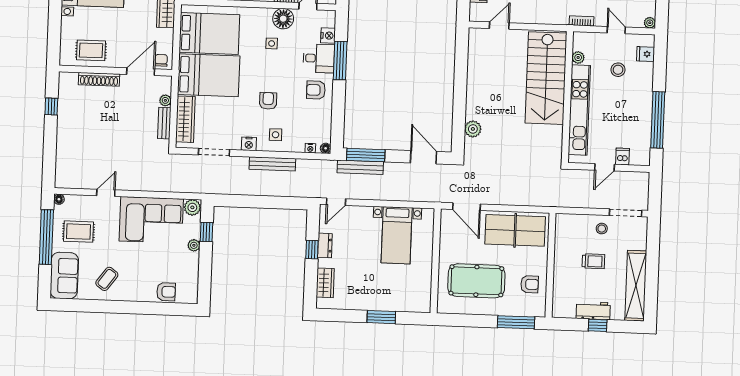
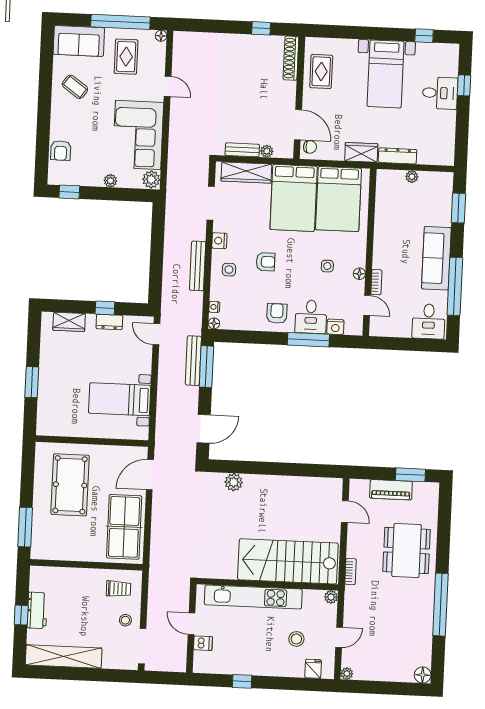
floor lamp: (283, 19) -> (359, 274), width x0.53, depth x0.53
bookcase: (582, 21) -> (351, 572), moved
plant: (578, 57) -> (331, 597), moved
shoe rack: (99, 79) -> (291, 58), moved
window: (658, 120) -> (242, 681), width x0.32
window: (206, 232) -> (69, 192), moved
trolley: (593, 261) -> (118, 589), moved, turned -90
armchair: (530, 284) -> (66, 542), removed

